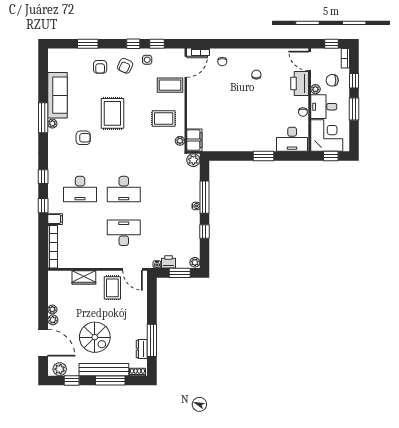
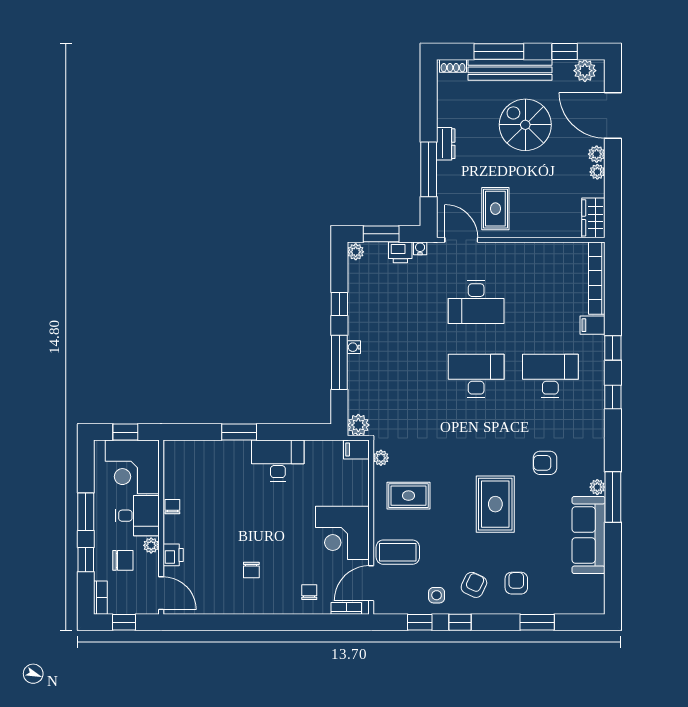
printer: (300, 83) -> (173, 555), width x0.53, depth x0.68
corner desk: (203, 97) -> (342, 533), added
desk: (292, 139) -> (278, 460), moved
filing cabinet: (194, 140) -> (356, 449), width x0.50
wardrobe: (84, 277) -> (593, 218), moved, turned -90
window: (152, 340) -> (429, 169), moved
dresser: (142, 349) -> (446, 144), moved

